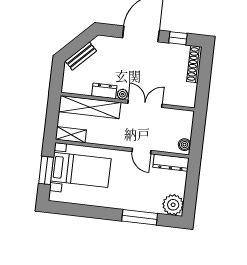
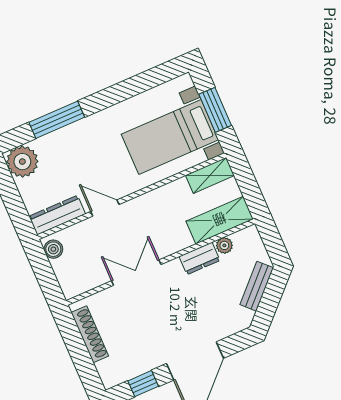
shoe rack: (194, 64) -> (90, 334), moved
plant: (122, 94) -> (224, 245), moved
double door: (145, 104) -> (136, 273), swing flipped
shelving: (90, 107) -> (220, 220), width x0.68

